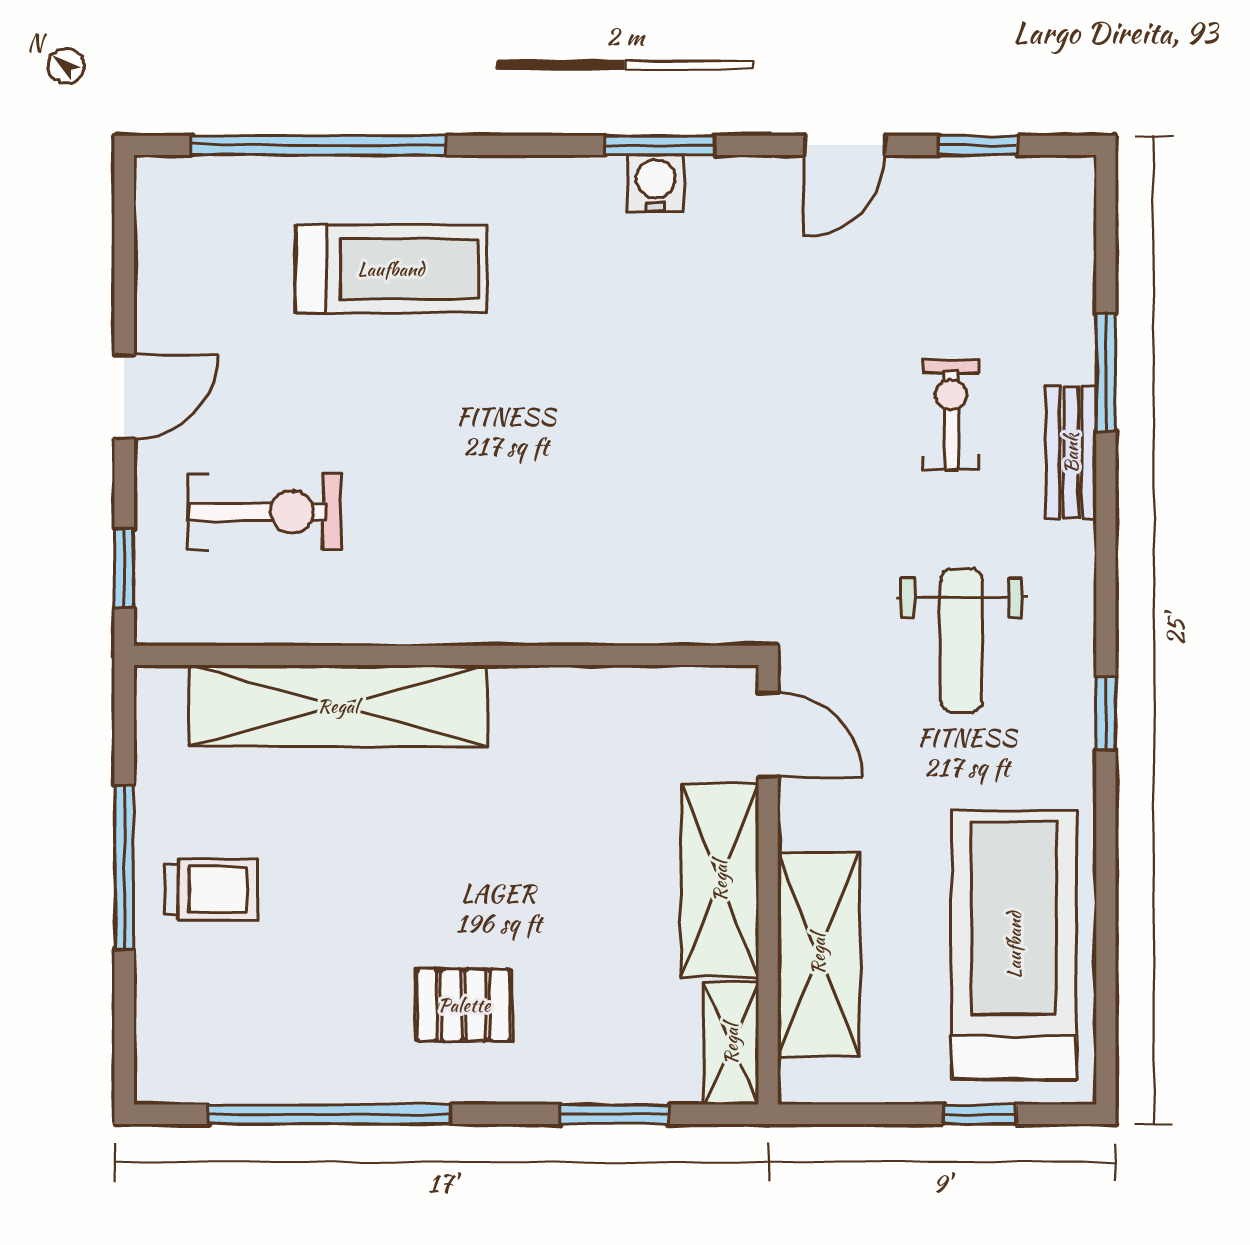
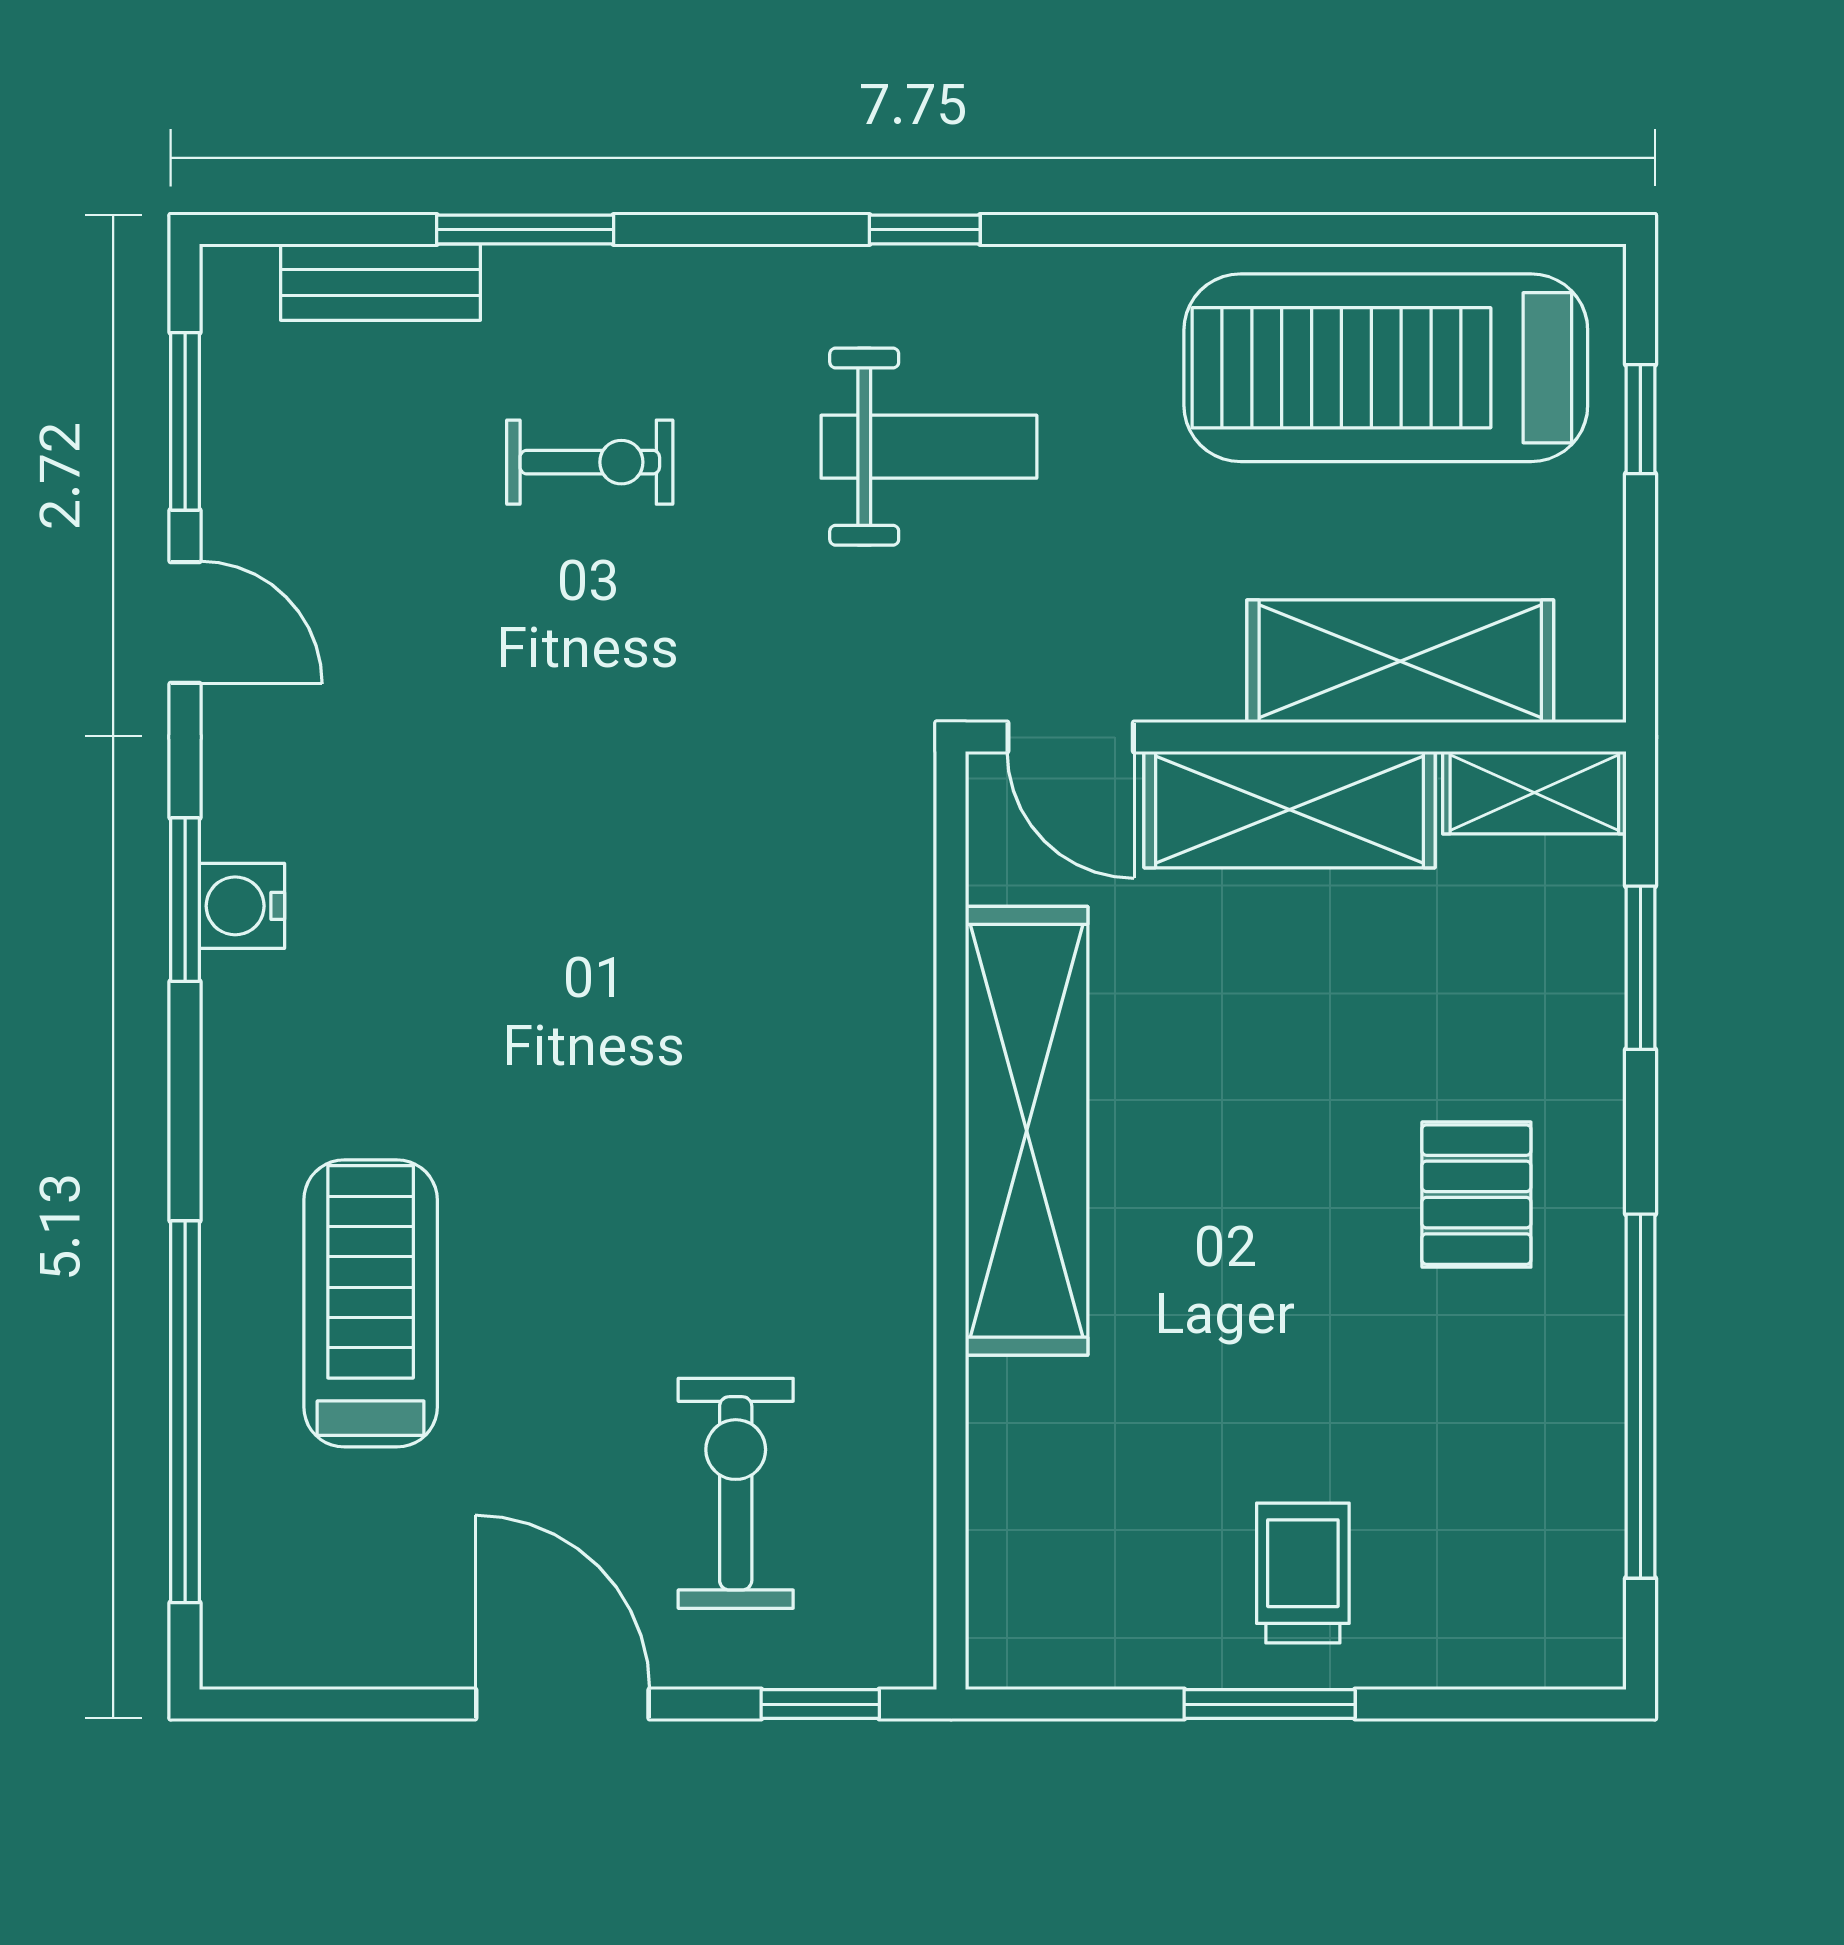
window: (978, 145) -> (185, 421), width x1.50
door: (124, 397) -> (562, 1704), width x1.38
exercise bike: (951, 415) -> (590, 462), turned 180
bench: (1071, 453) -> (381, 282), moved
shelving: (338, 706) -> (1027, 1131), moved
window: (1106, 713) -> (925, 230), moved
door: (768, 735) -> (1071, 737), swing flipped
window: (124, 867) -> (1270, 1704), width x0.69

